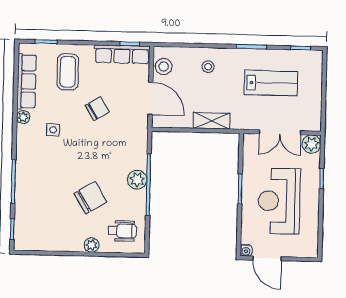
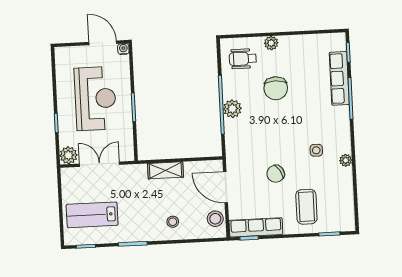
row of seats: (27, 81) -> (339, 78), moved
lab bench: (271, 83) -> (92, 215), moved
chair: (90, 198) -> (276, 88), turned -59

